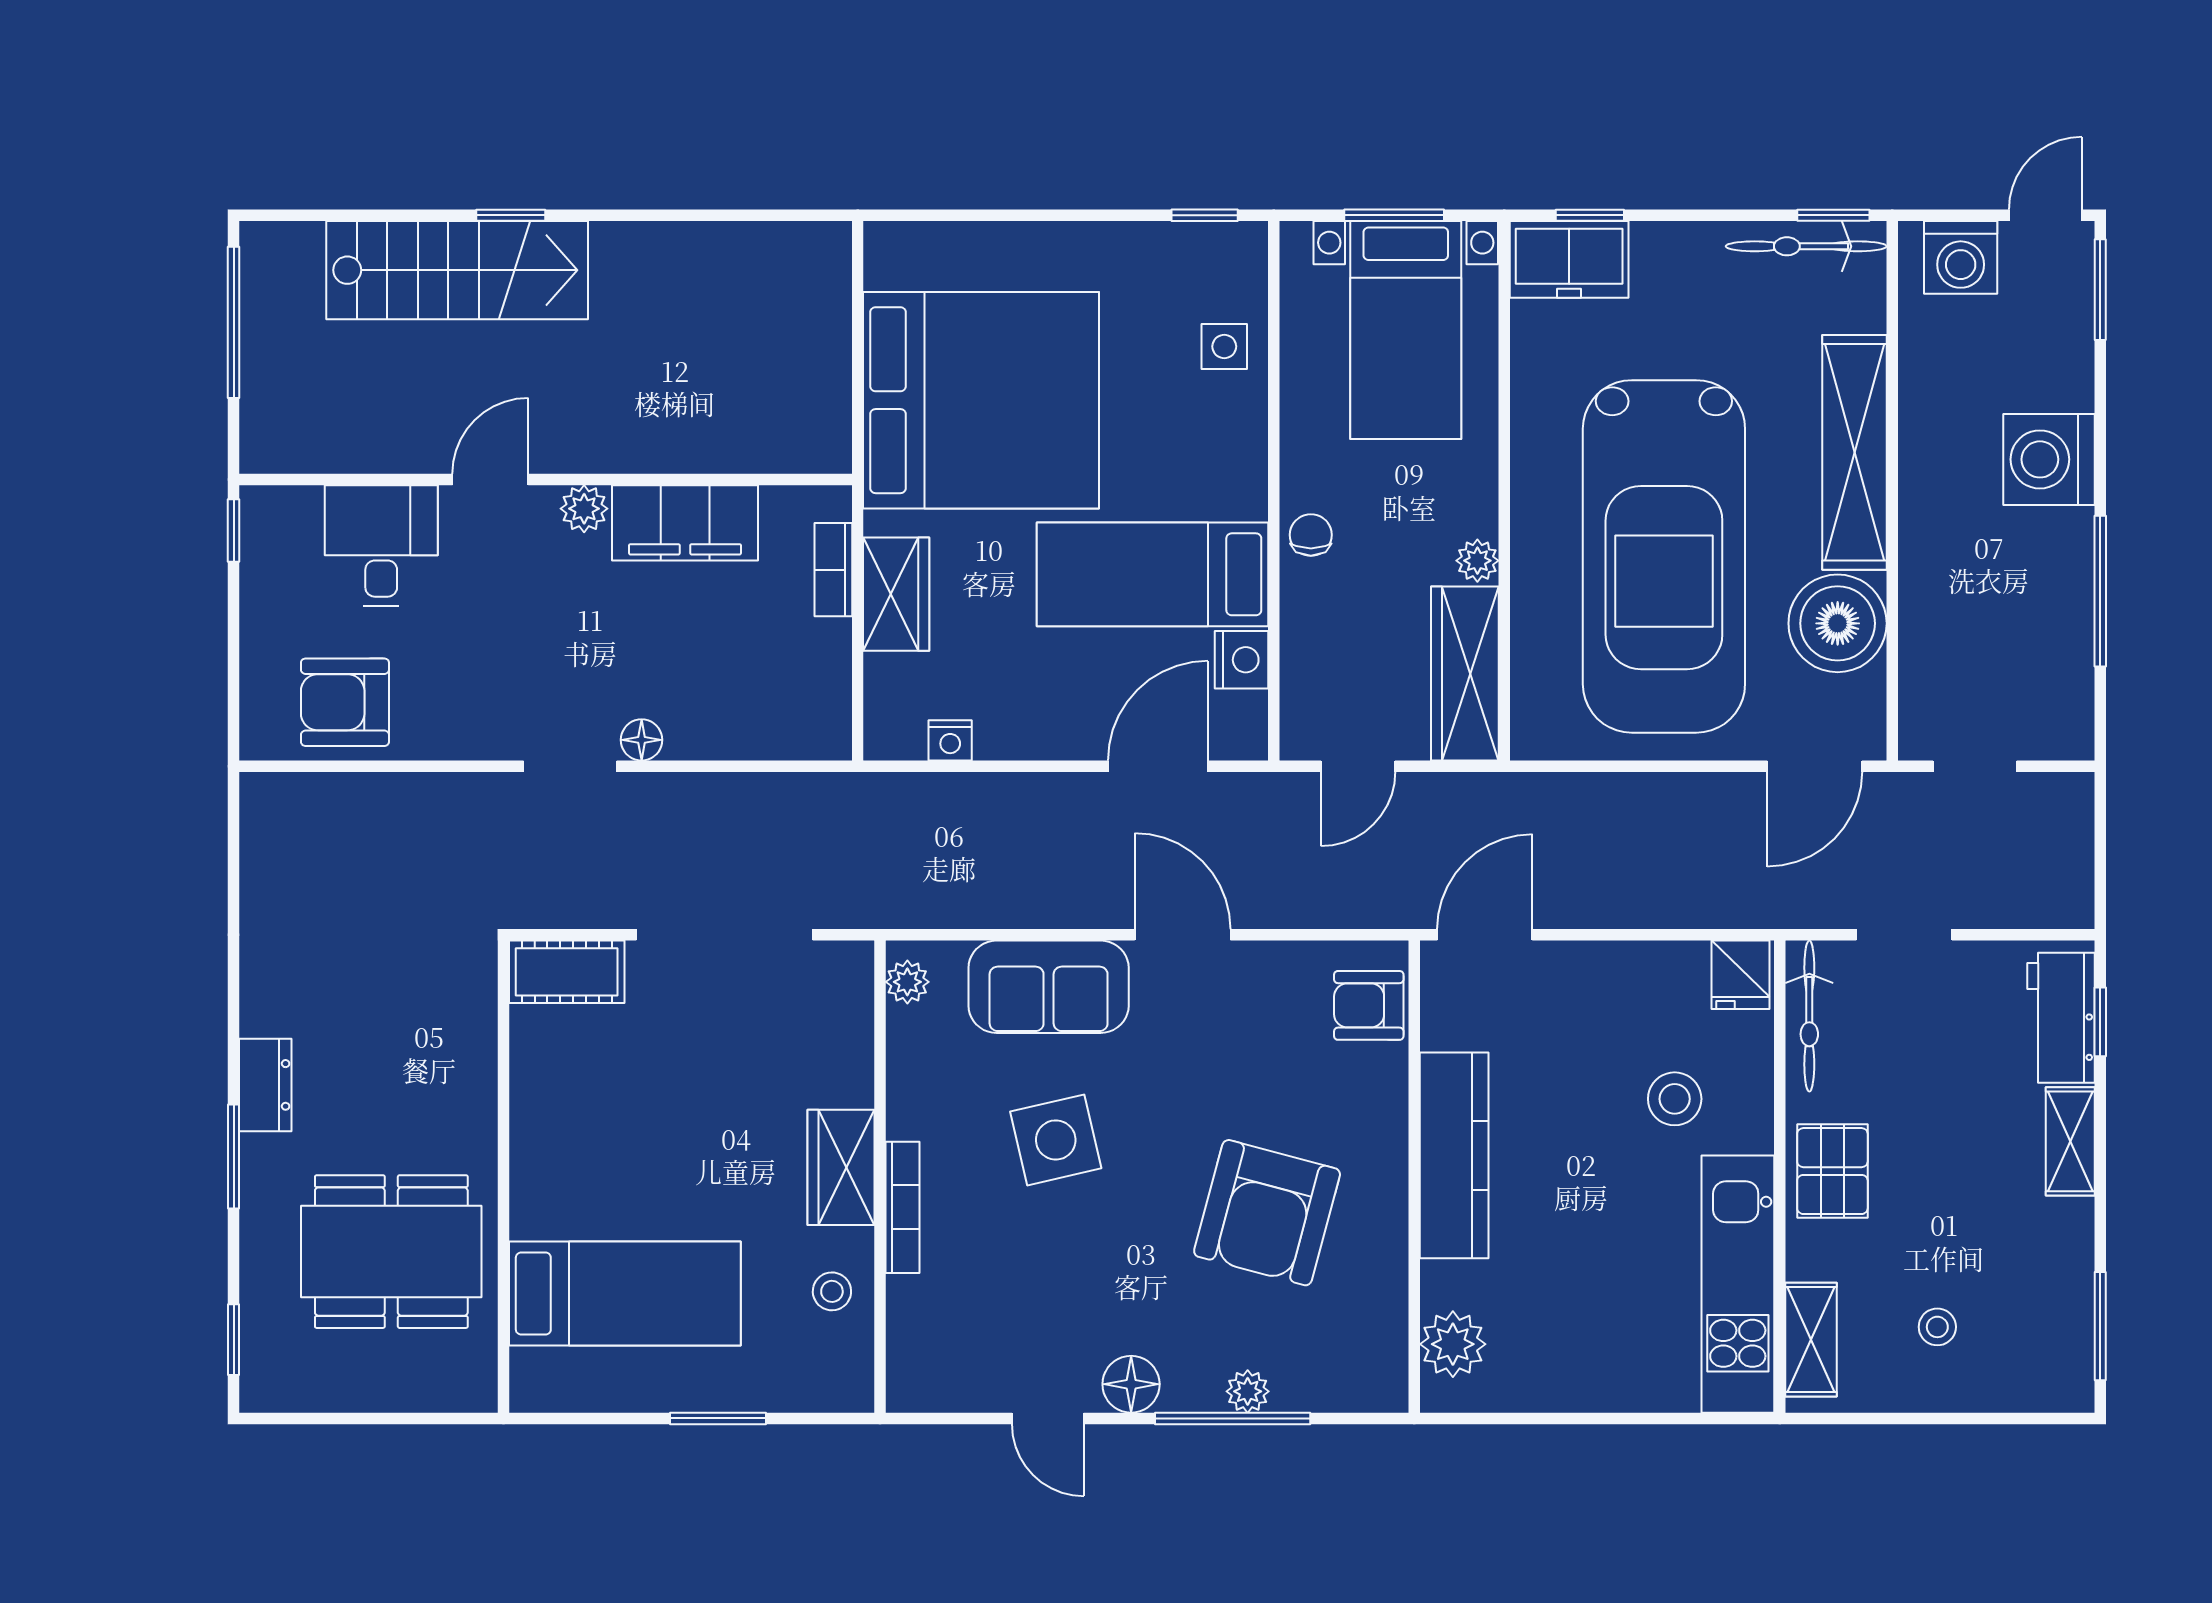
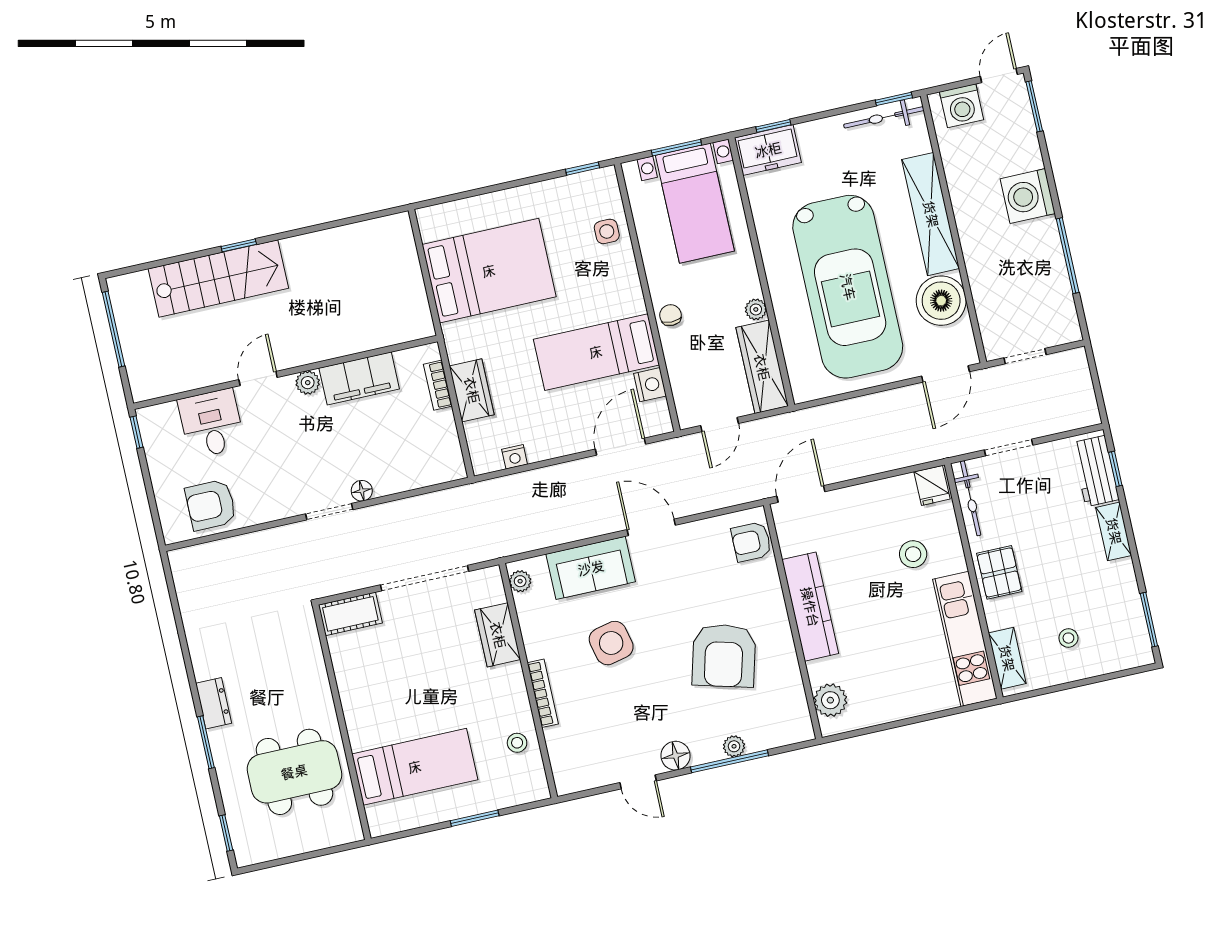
bed: (981, 400) -> (489, 271), width x0.73
wardrobe: (841, 1167) -> (498, 635), moved

